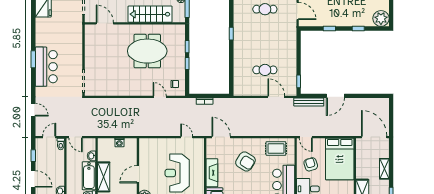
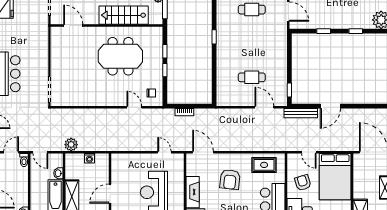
plant: (103, 130) -> (71, 145), added
door: (306, 137) -> (309, 152), moved
armchair: (245, 162) -> (230, 179), turned 64

